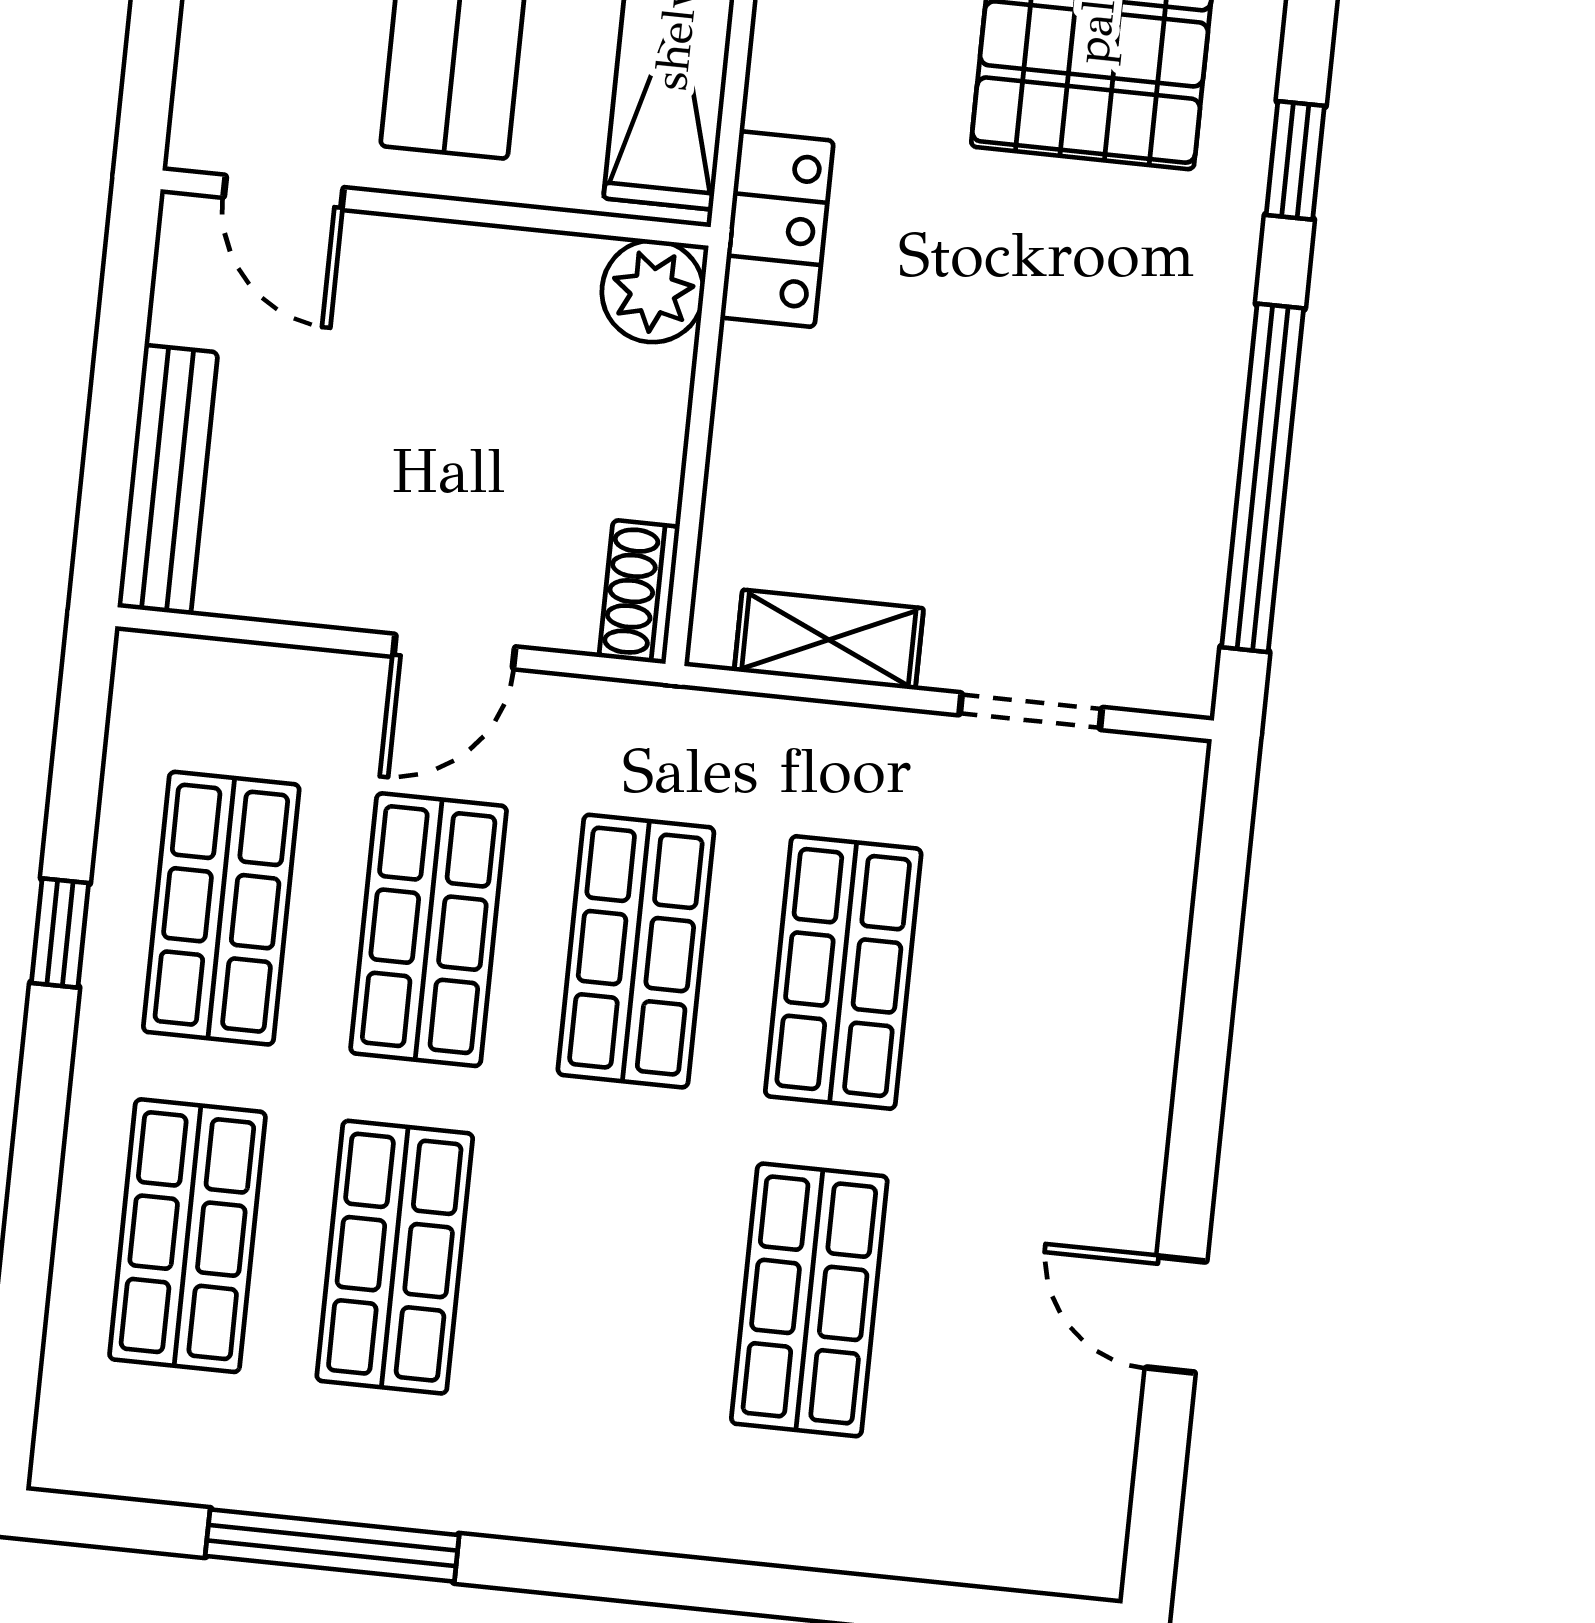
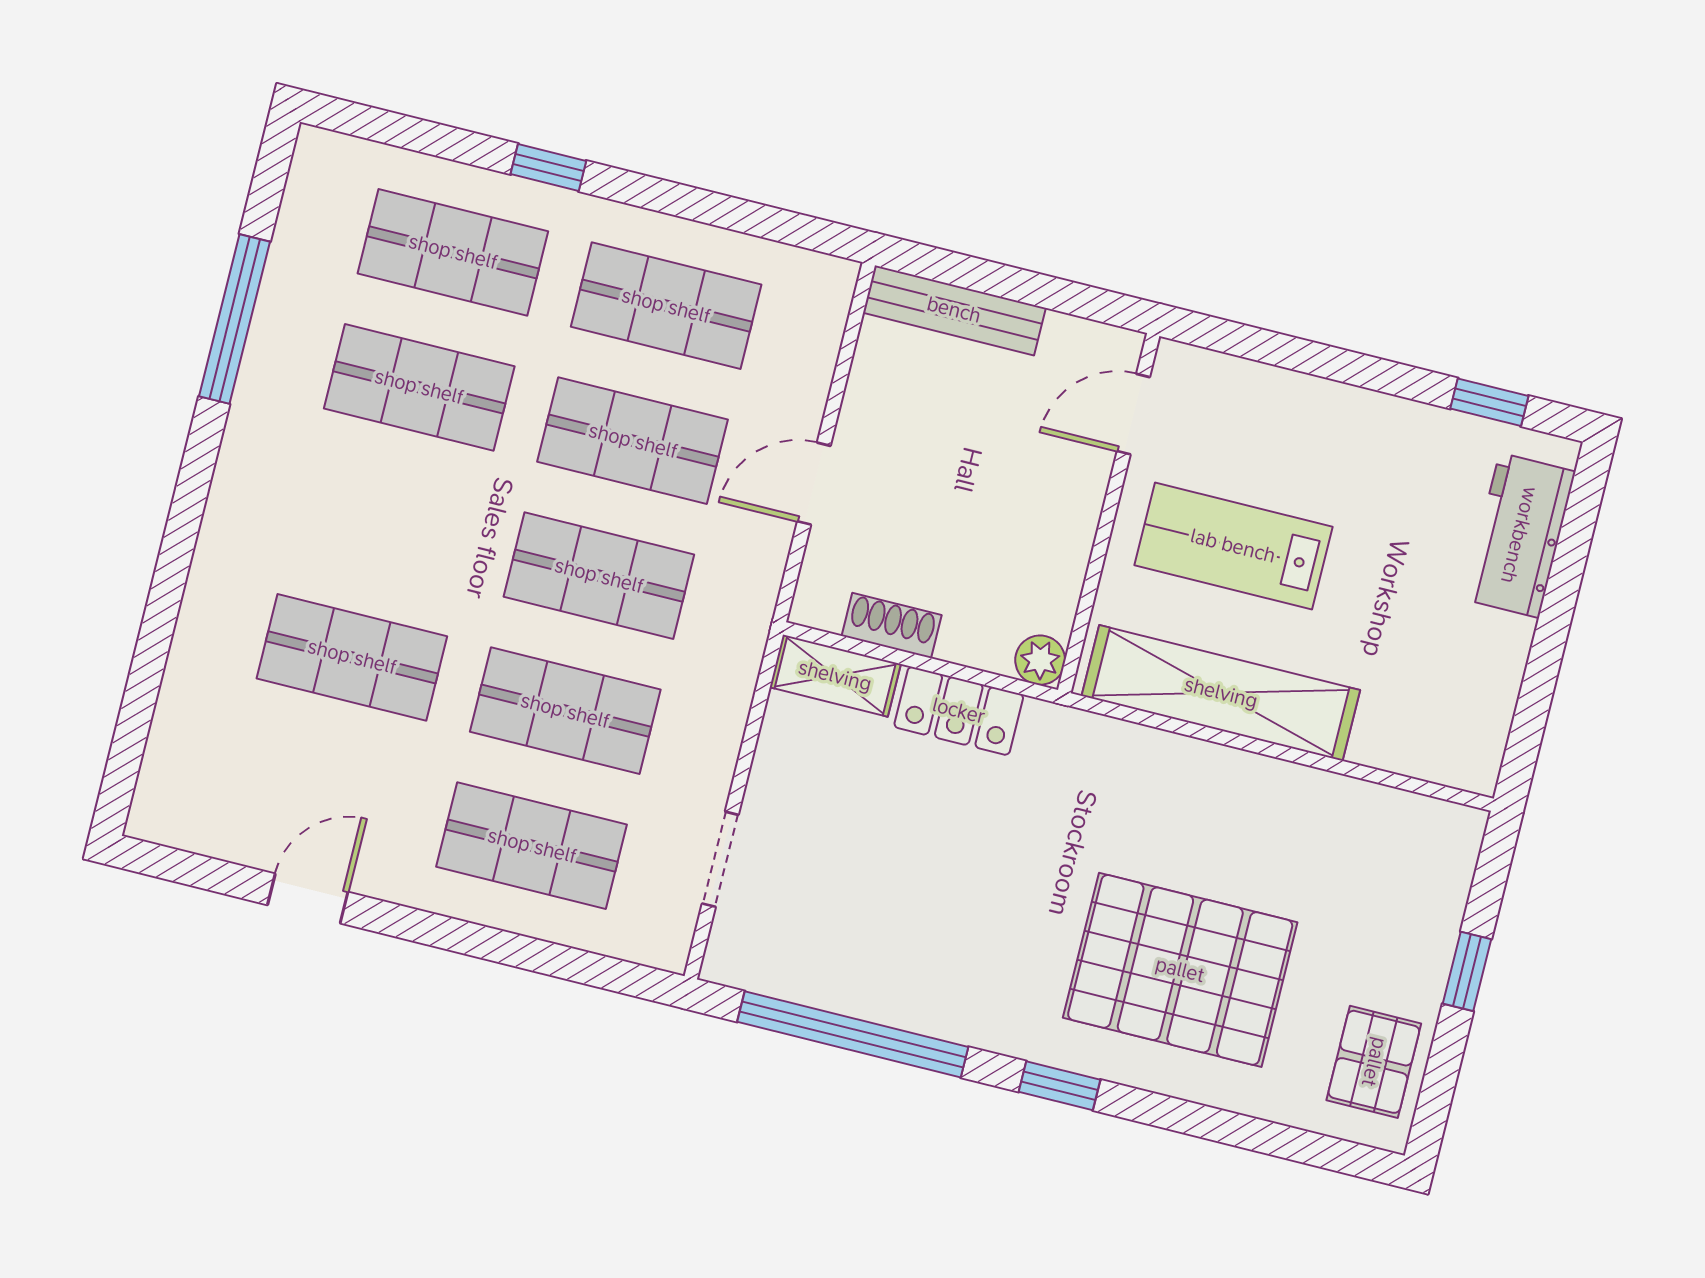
locker: (777, 229) -> (959, 711), moved
plant: (653, 291) -> (1040, 660), width x0.73, depth x0.73
shoe rack: (639, 592) -> (892, 626), moved
shelving: (829, 640) -> (835, 676), moved, turned 90
door: (454, 652) -> (814, 484), hinge flipped
window: (60, 933) -> (548, 168), moved
shop shelf: (1050, 994) -> (532, 846), added

